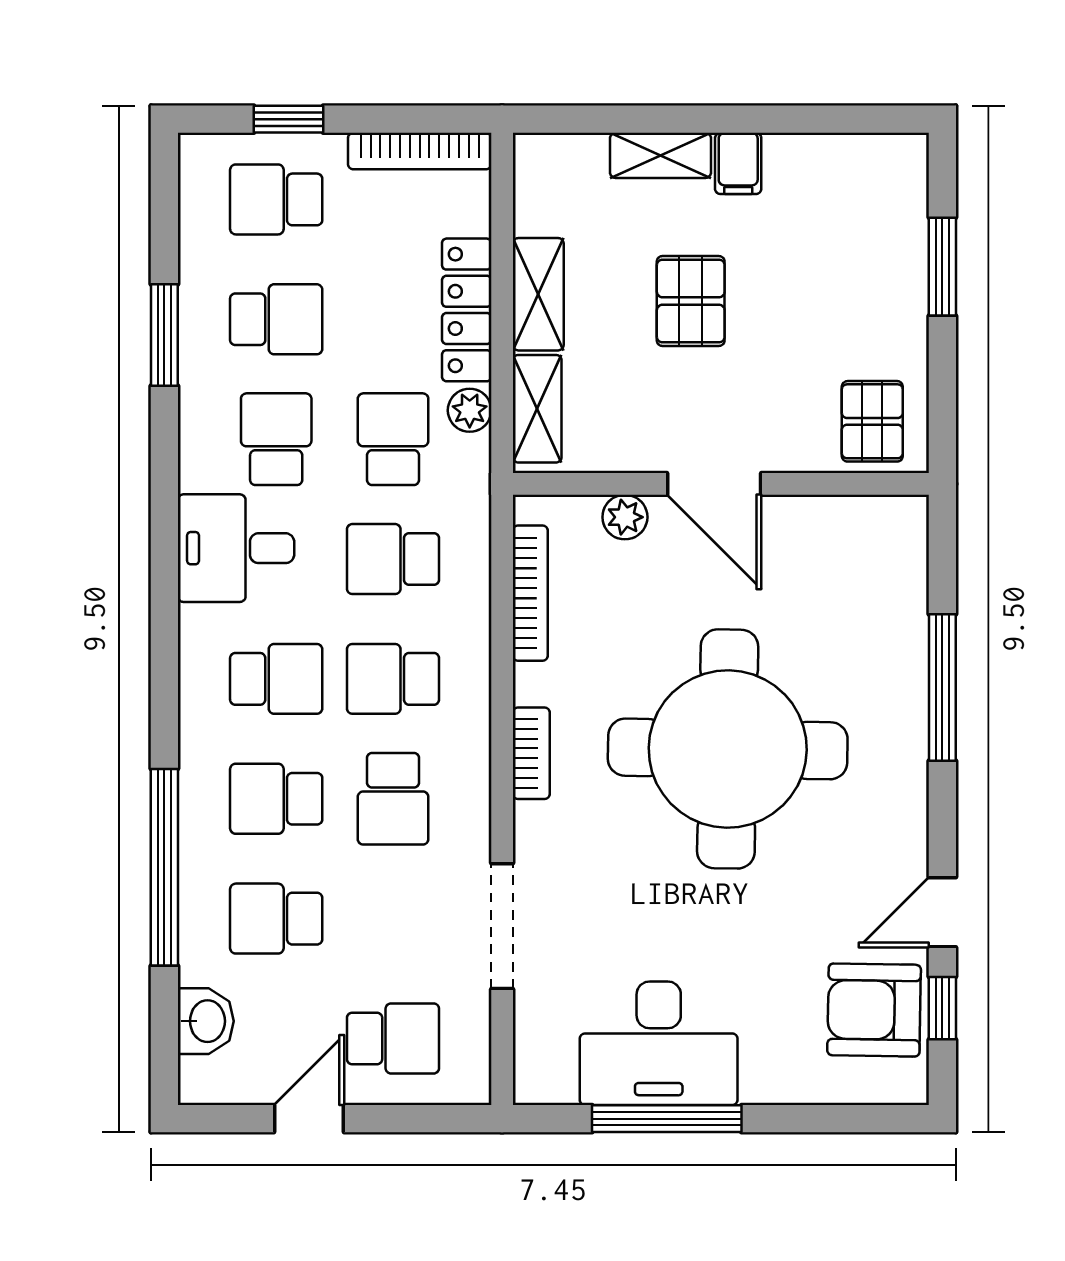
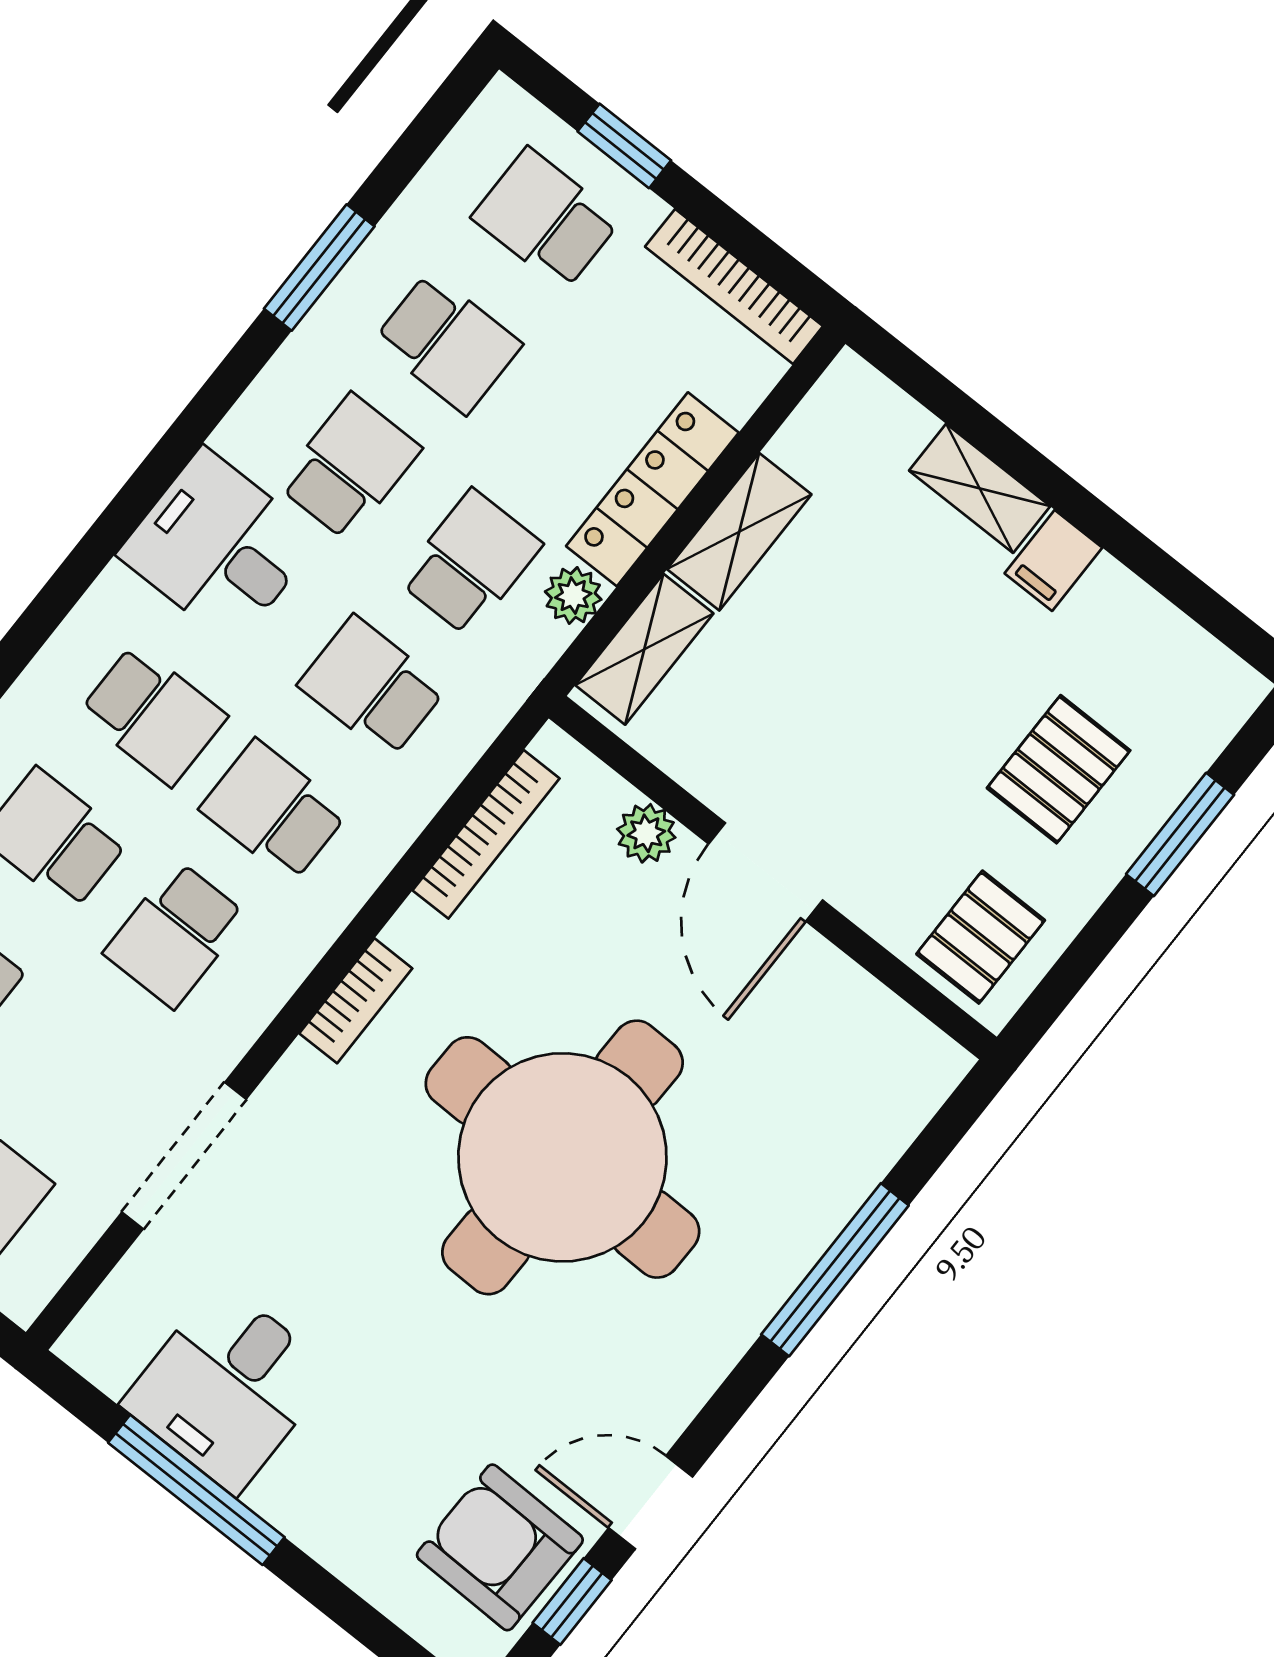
pallet: (691, 301) -> (1059, 769), moved
desk: (659, 1043) -> (228, 1388), width x0.73

